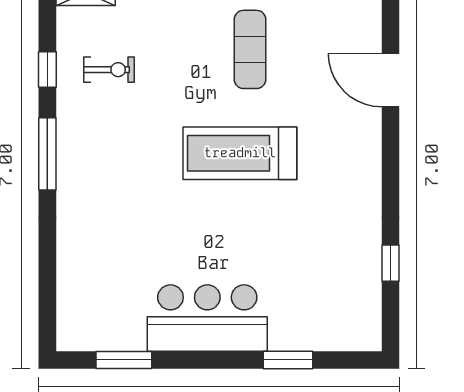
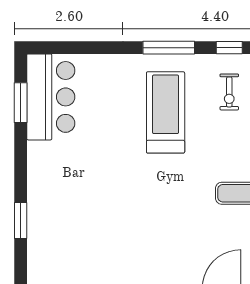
treadmill: (240, 153) -> (166, 112), moved
bar counter: (207, 318) -> (51, 97), moved

